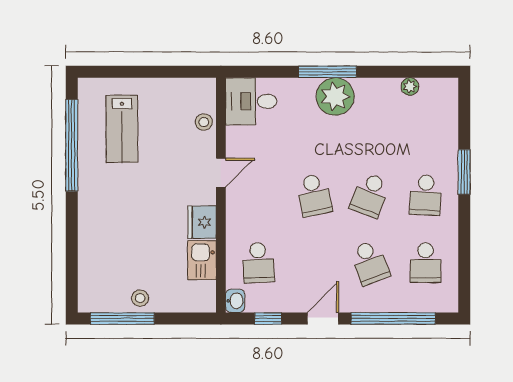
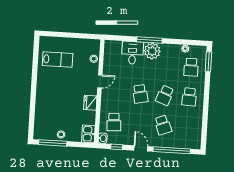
desk: (251, 101) -> (132, 53), moved, turned 90
lab bench: (122, 129) -> (58, 60), turned -90
window: (72, 145) -> (35, 65), removed
window: (464, 172) -> (208, 62), moved
kitchen sink: (202, 260) -> (88, 134), moved
school desk: (426, 263) -> (191, 67), moved
door: (323, 319) -> (141, 148), hinge flipped

